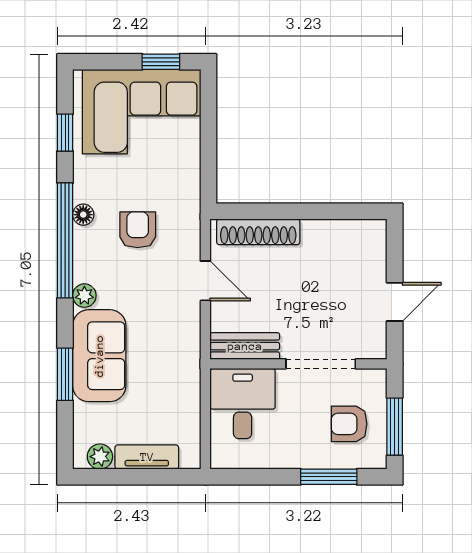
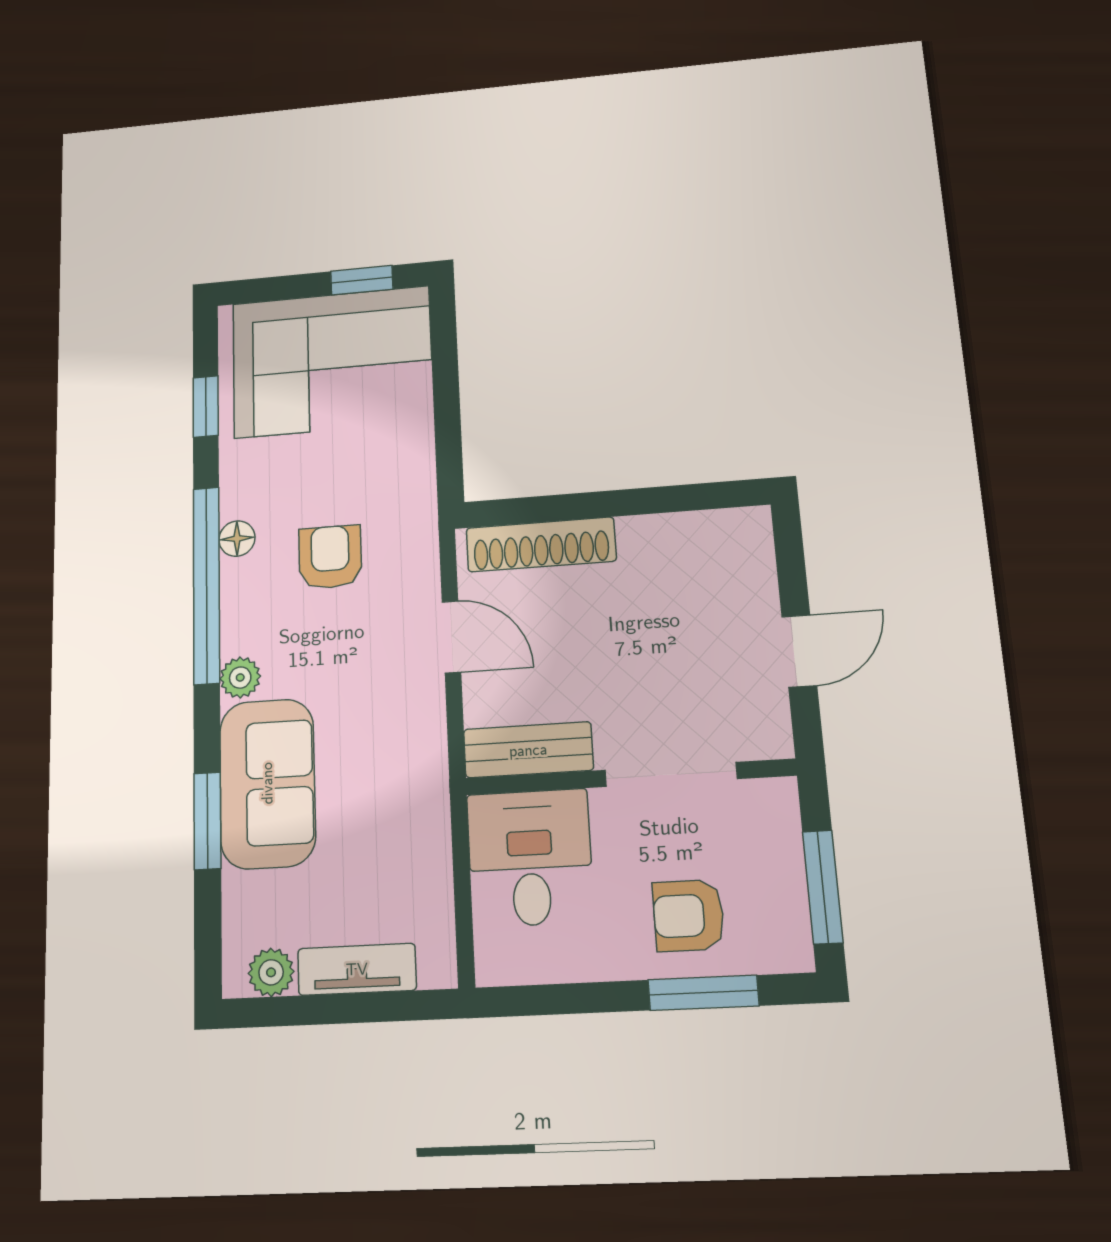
armchair: (349, 424) -> (688, 916), moved

